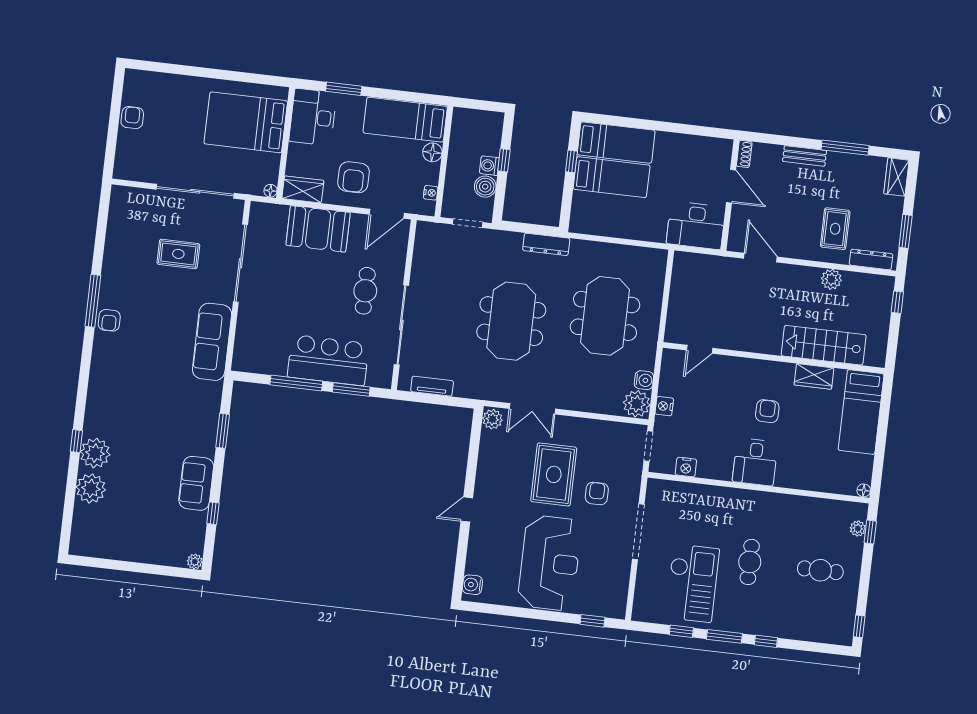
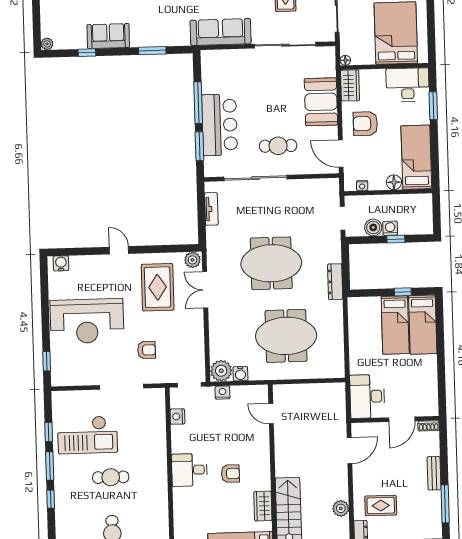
rug: (554, 474) -> (158, 287), moved, turned 90

